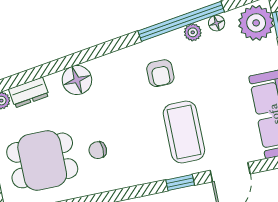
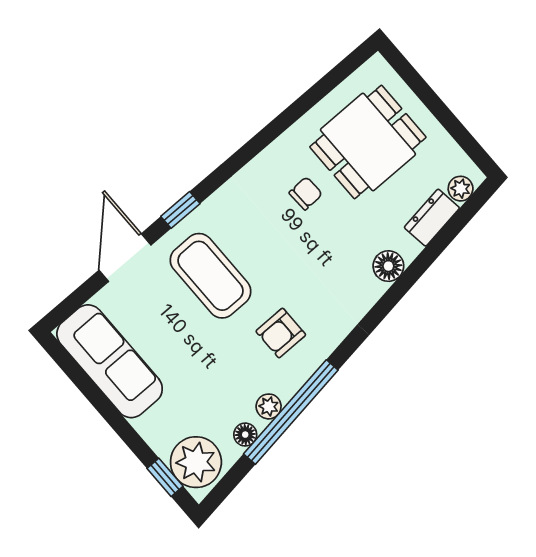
armchair: (160, 73) -> (281, 333), turned -90
floor lamp: (77, 80) -> (388, 266), width x0.73, depth x0.73

